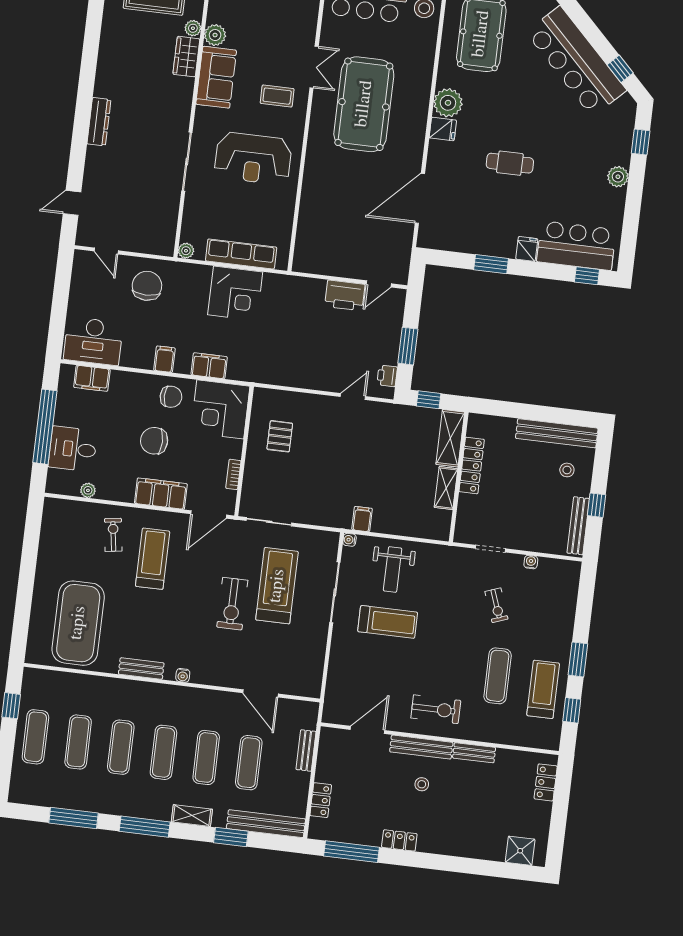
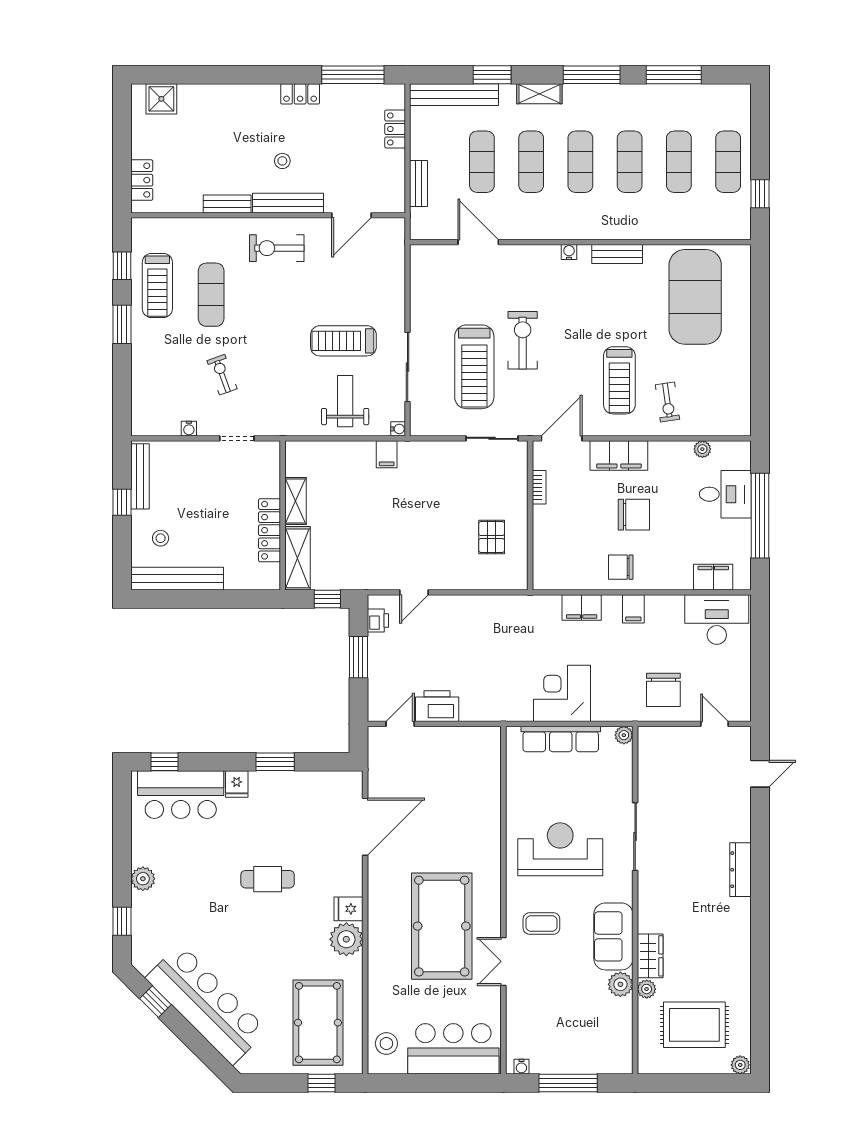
corner desk: (220, 409) -> (563, 559), removed

